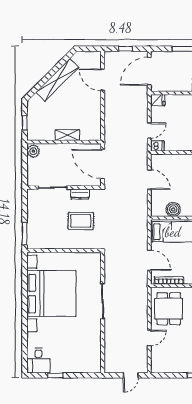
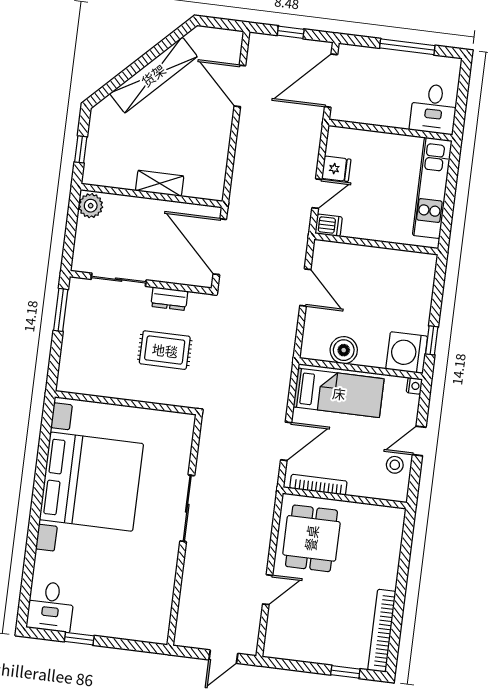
fridge: (158, 100) -> (336, 169), moved
window: (25, 234) -> (61, 310), moved
door: (149, 260) -> (286, 441), hinge flipped

